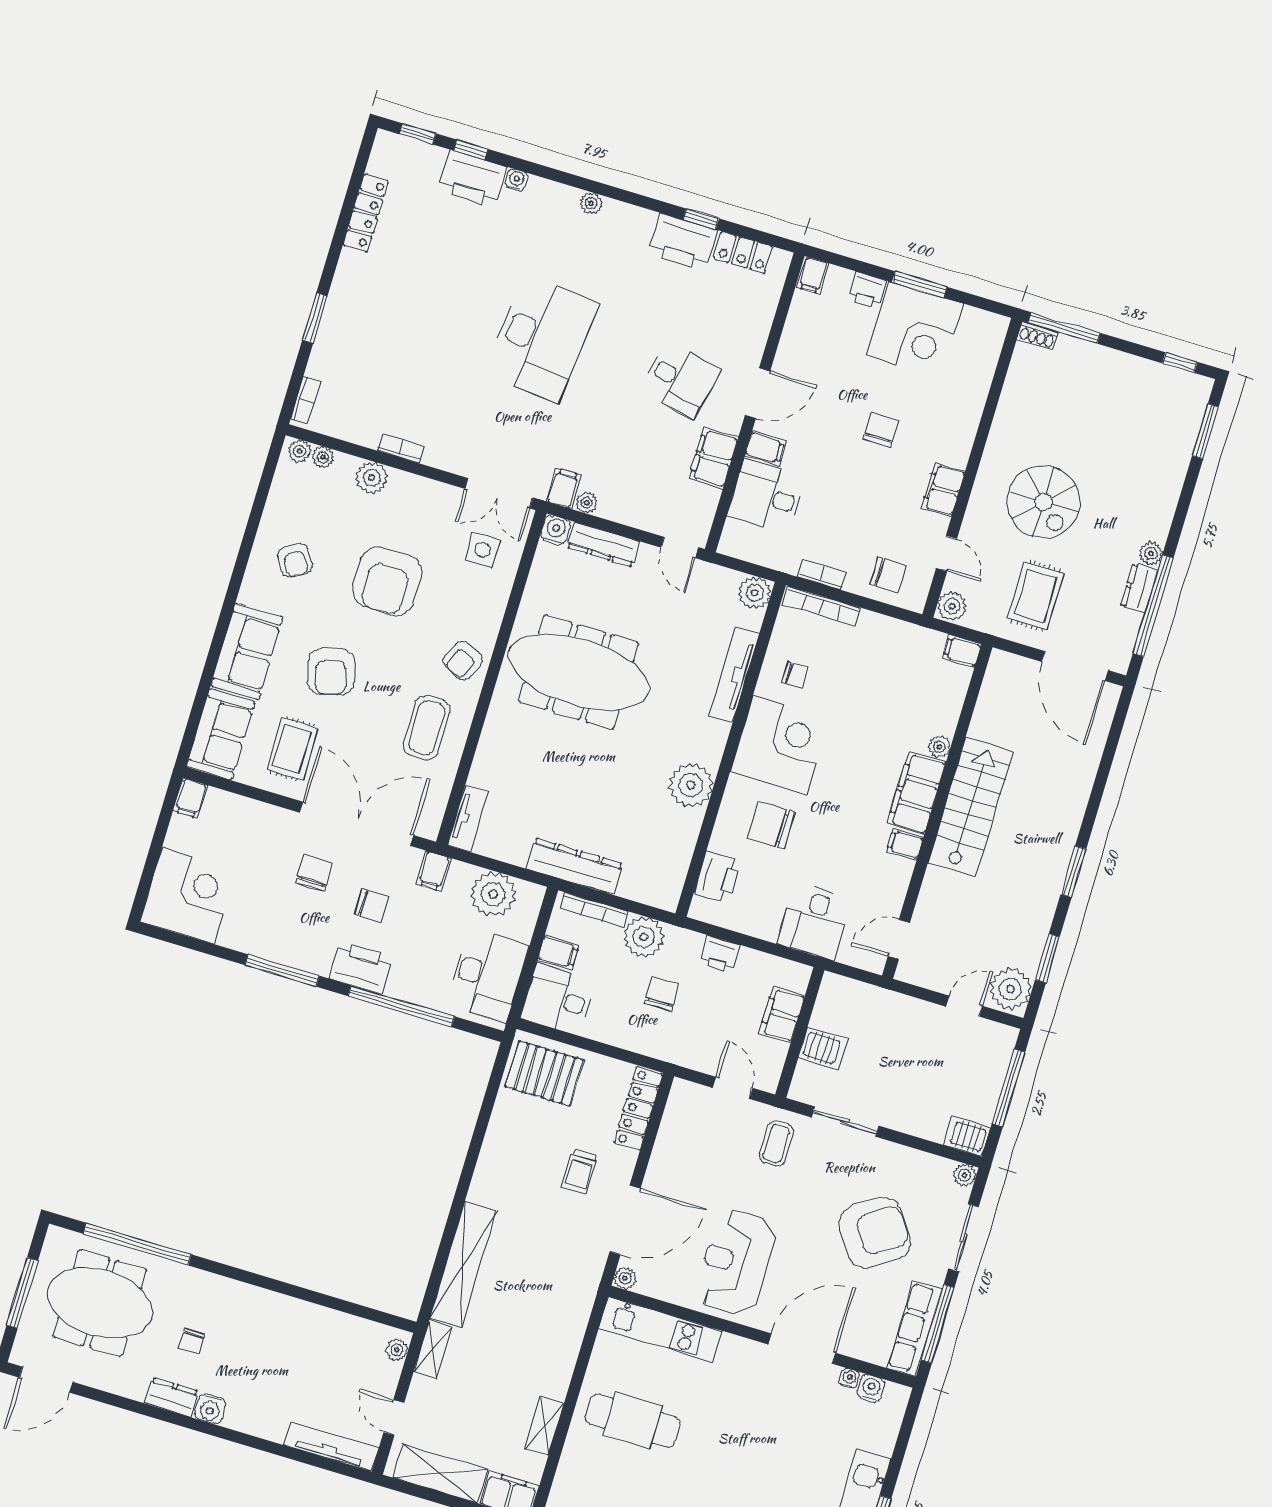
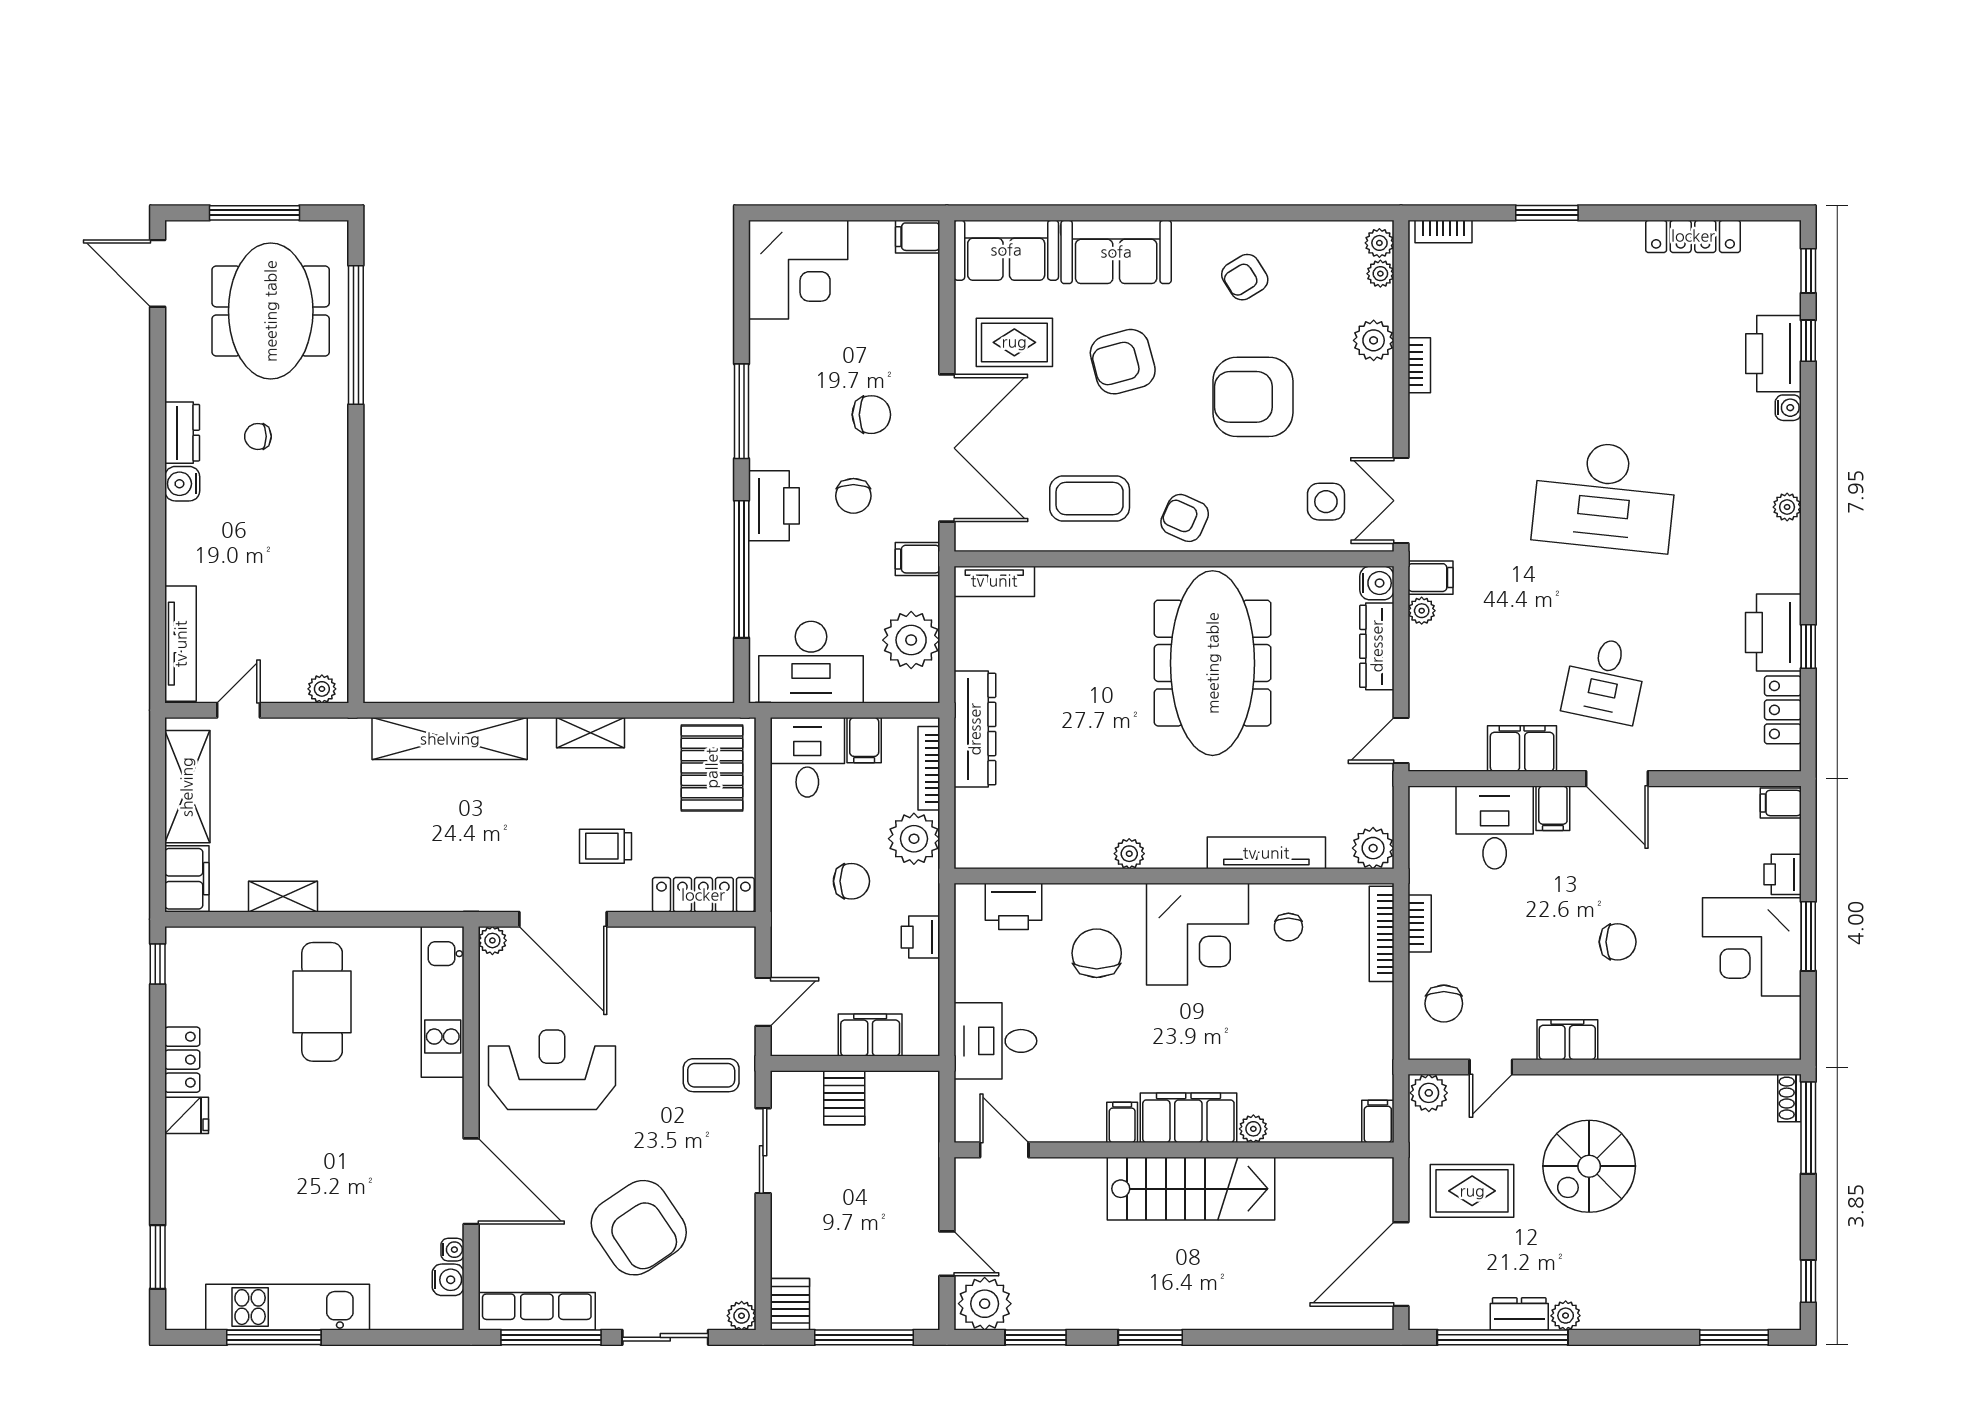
plant: (691, 785) -> (1129, 854), width x0.53, depth x0.53
shelving: (433, 1350) -> (590, 733), moved

